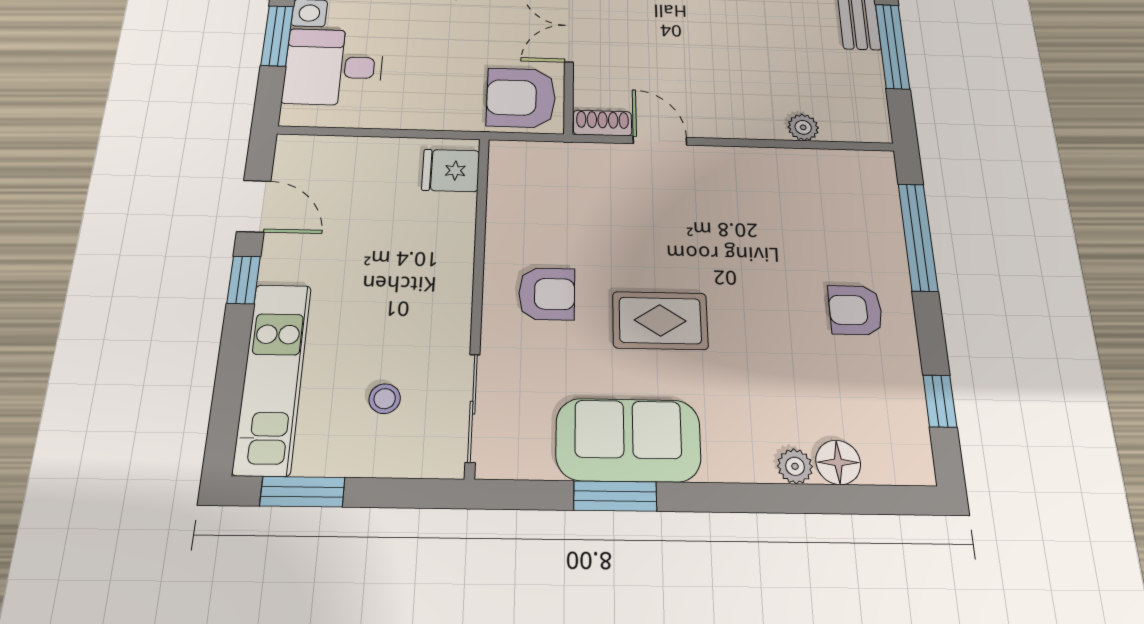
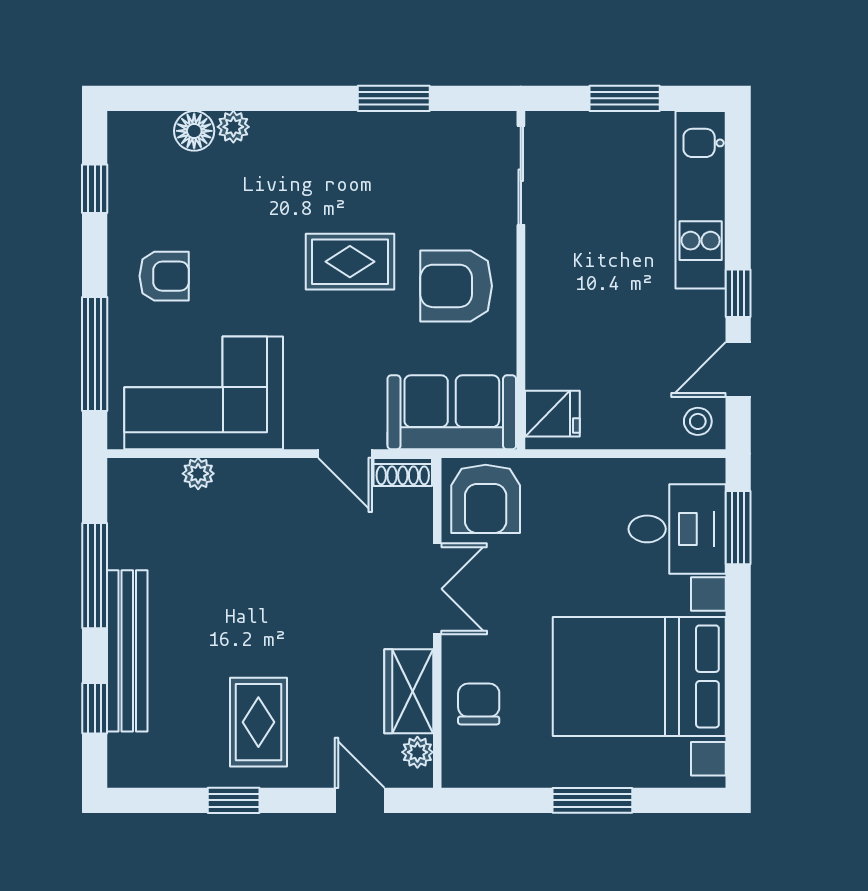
window: (277, 36) -> (738, 528), moved
armchair: (521, 98) -> (486, 499), turned 90
corner sofa: (804, 198) -> (204, 393), added
door: (254, 206) -> (738, 369), hinge flipped
armchair: (547, 294) -> (456, 286), width x1.38, depth x1.38
stool: (385, 399) -> (698, 421), moved
sofa: (628, 440) -> (452, 412), moved, turned 180
window: (302, 492) -> (625, 98), moved

